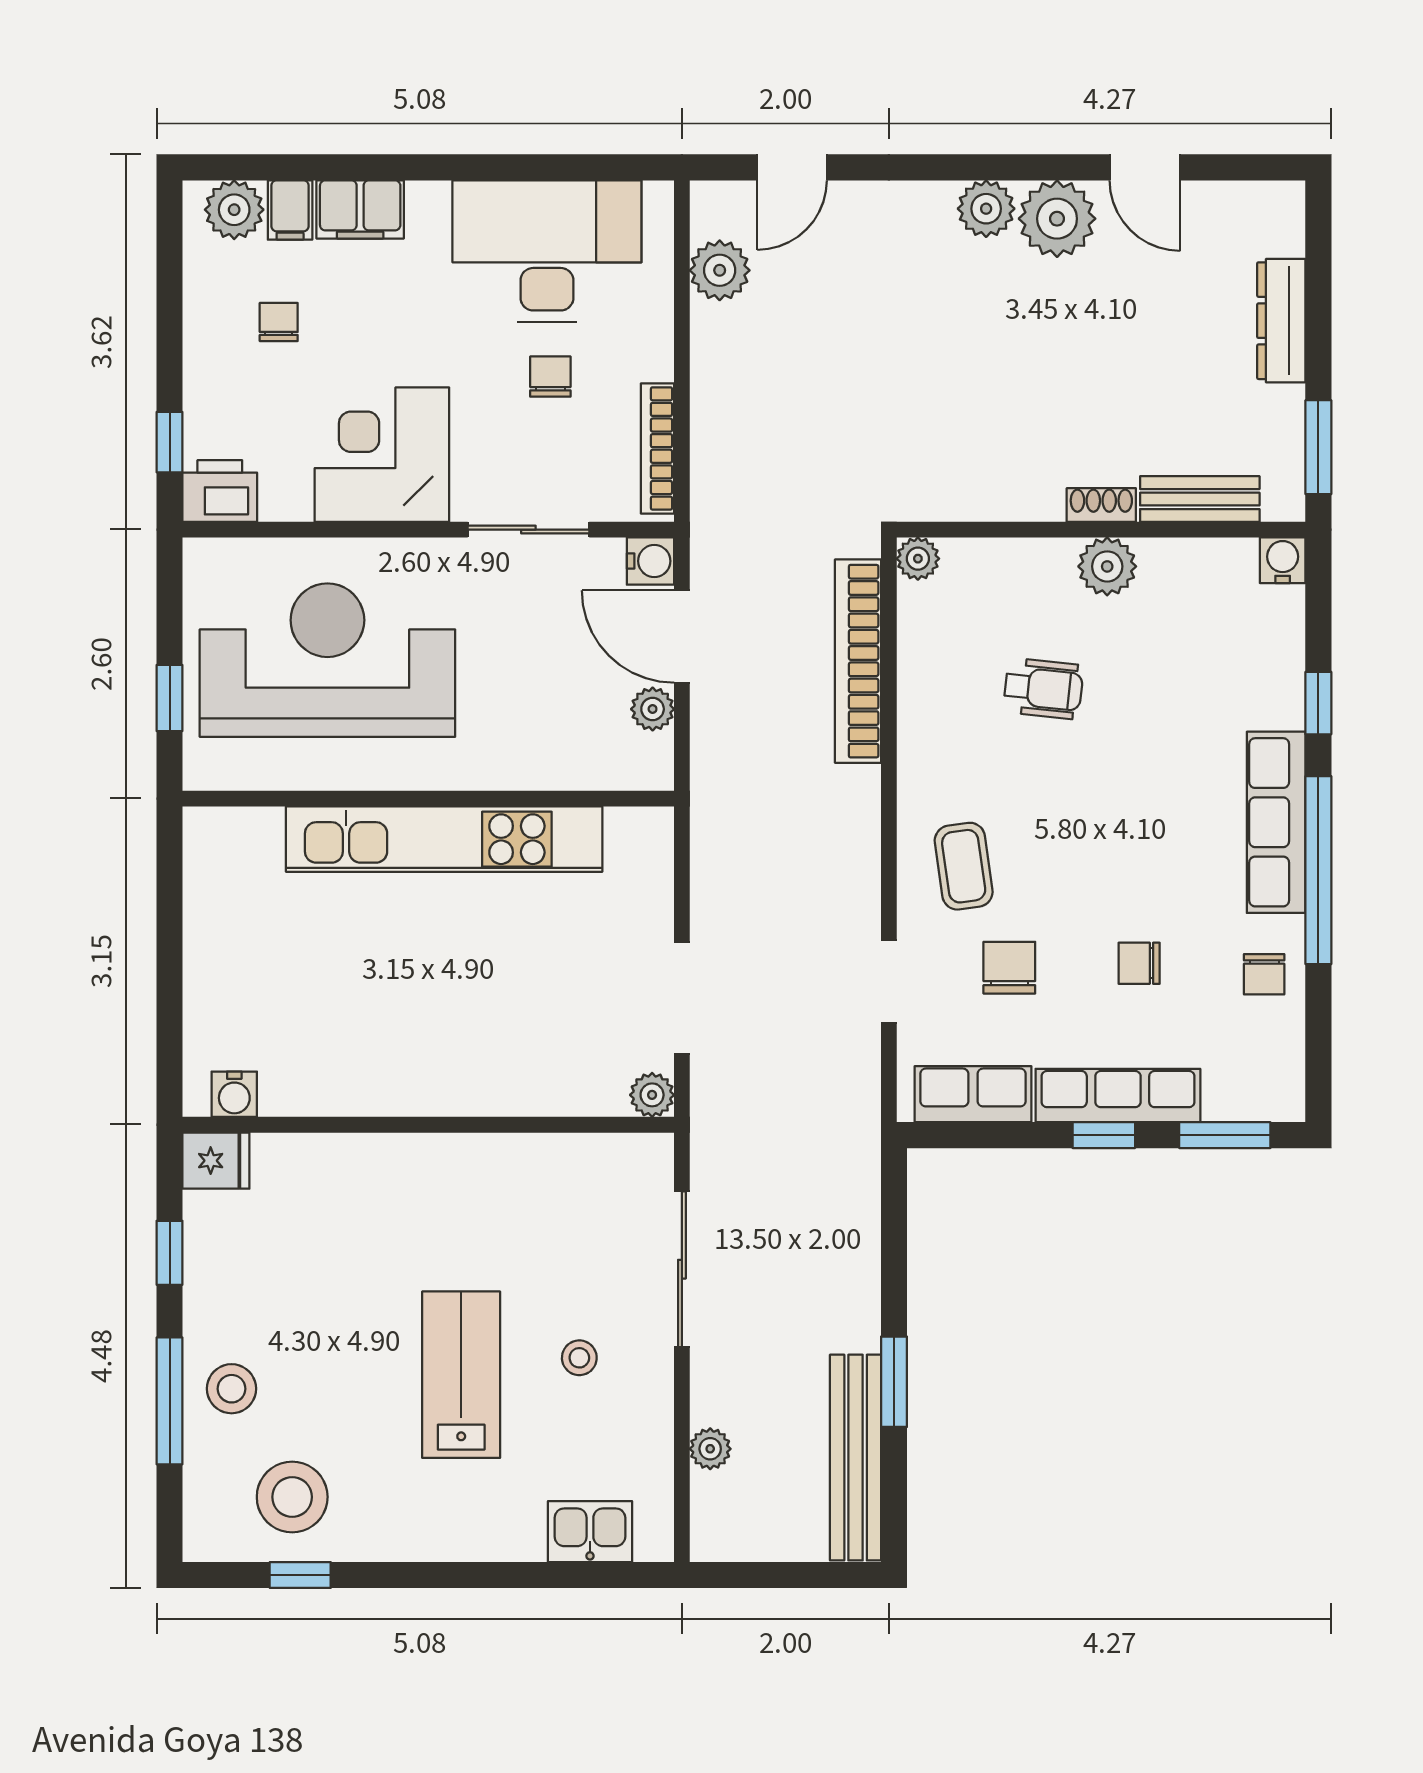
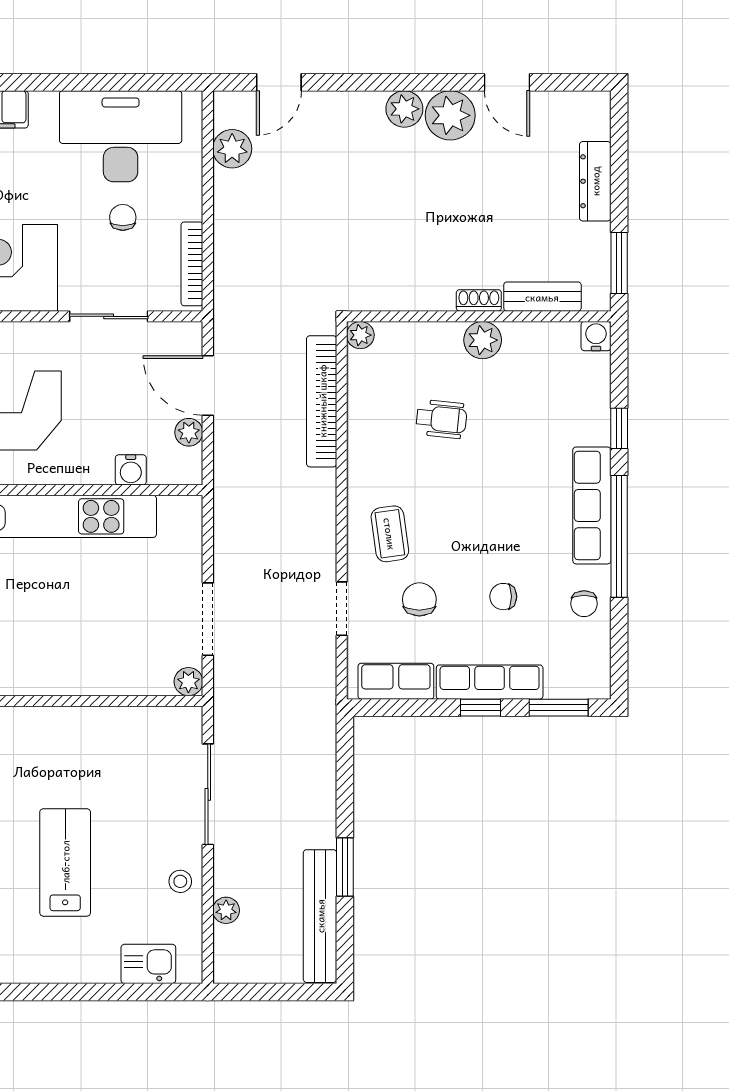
water cooler: (650, 561) -> (131, 470), moved, turned 90
stool: (579, 1358) -> (180, 881), moved

